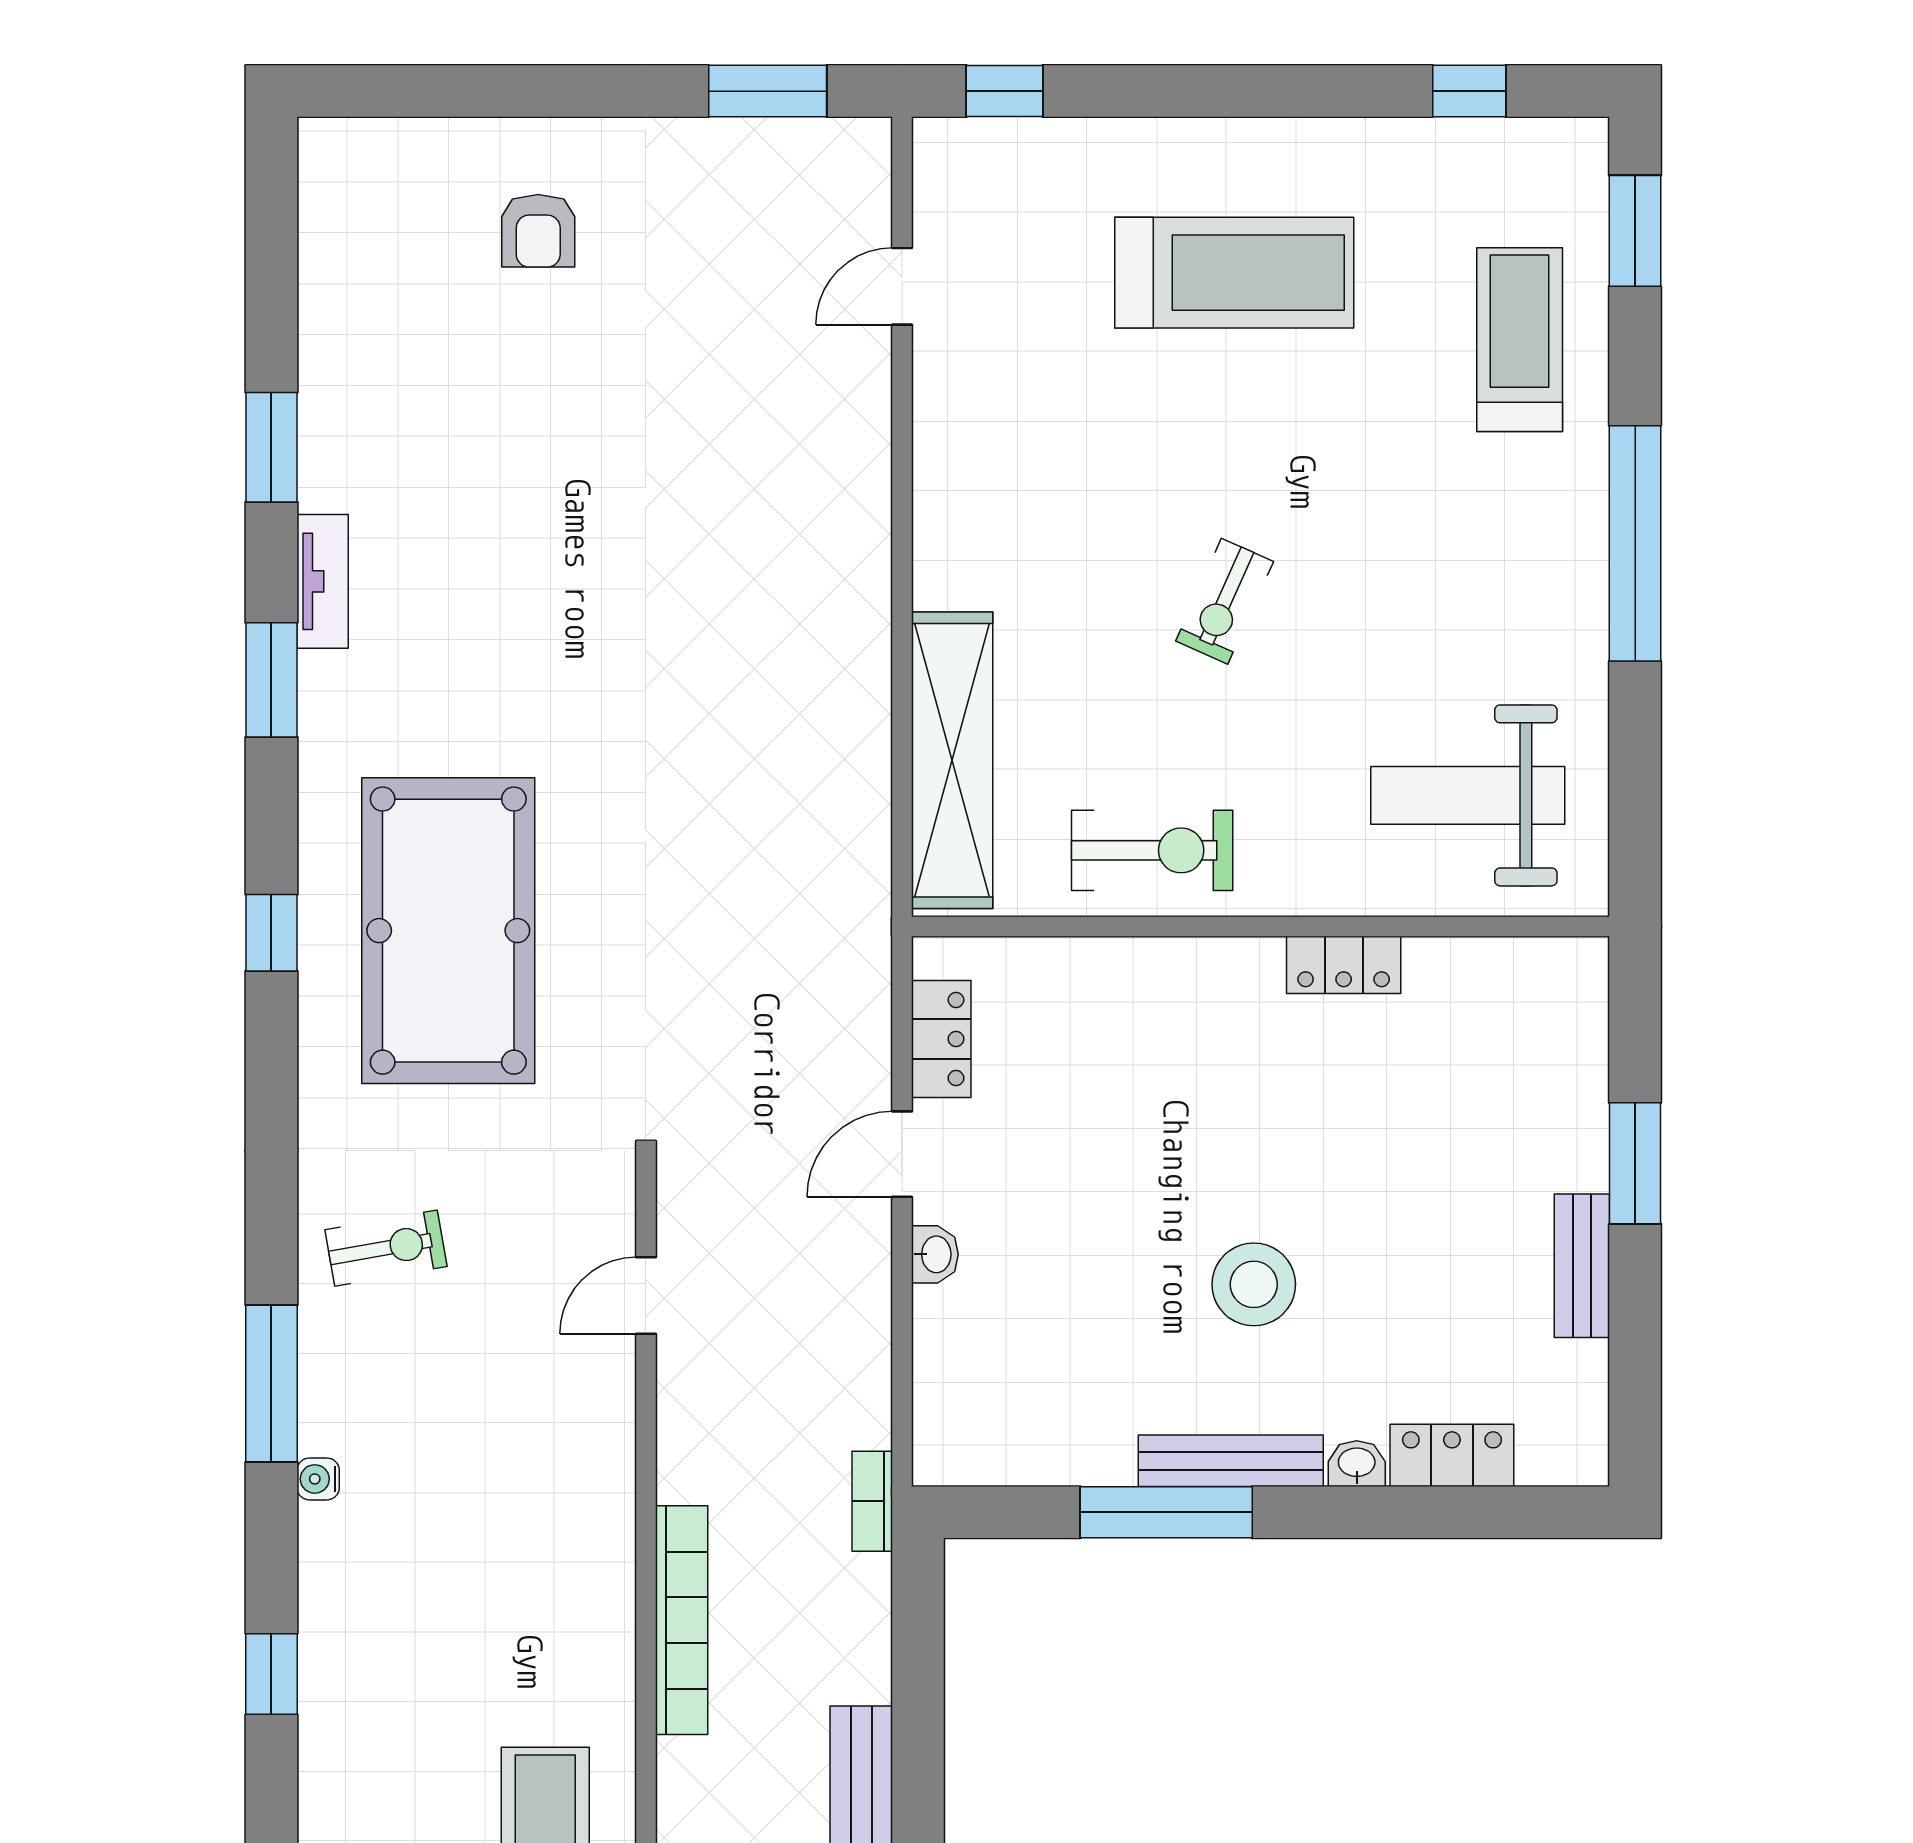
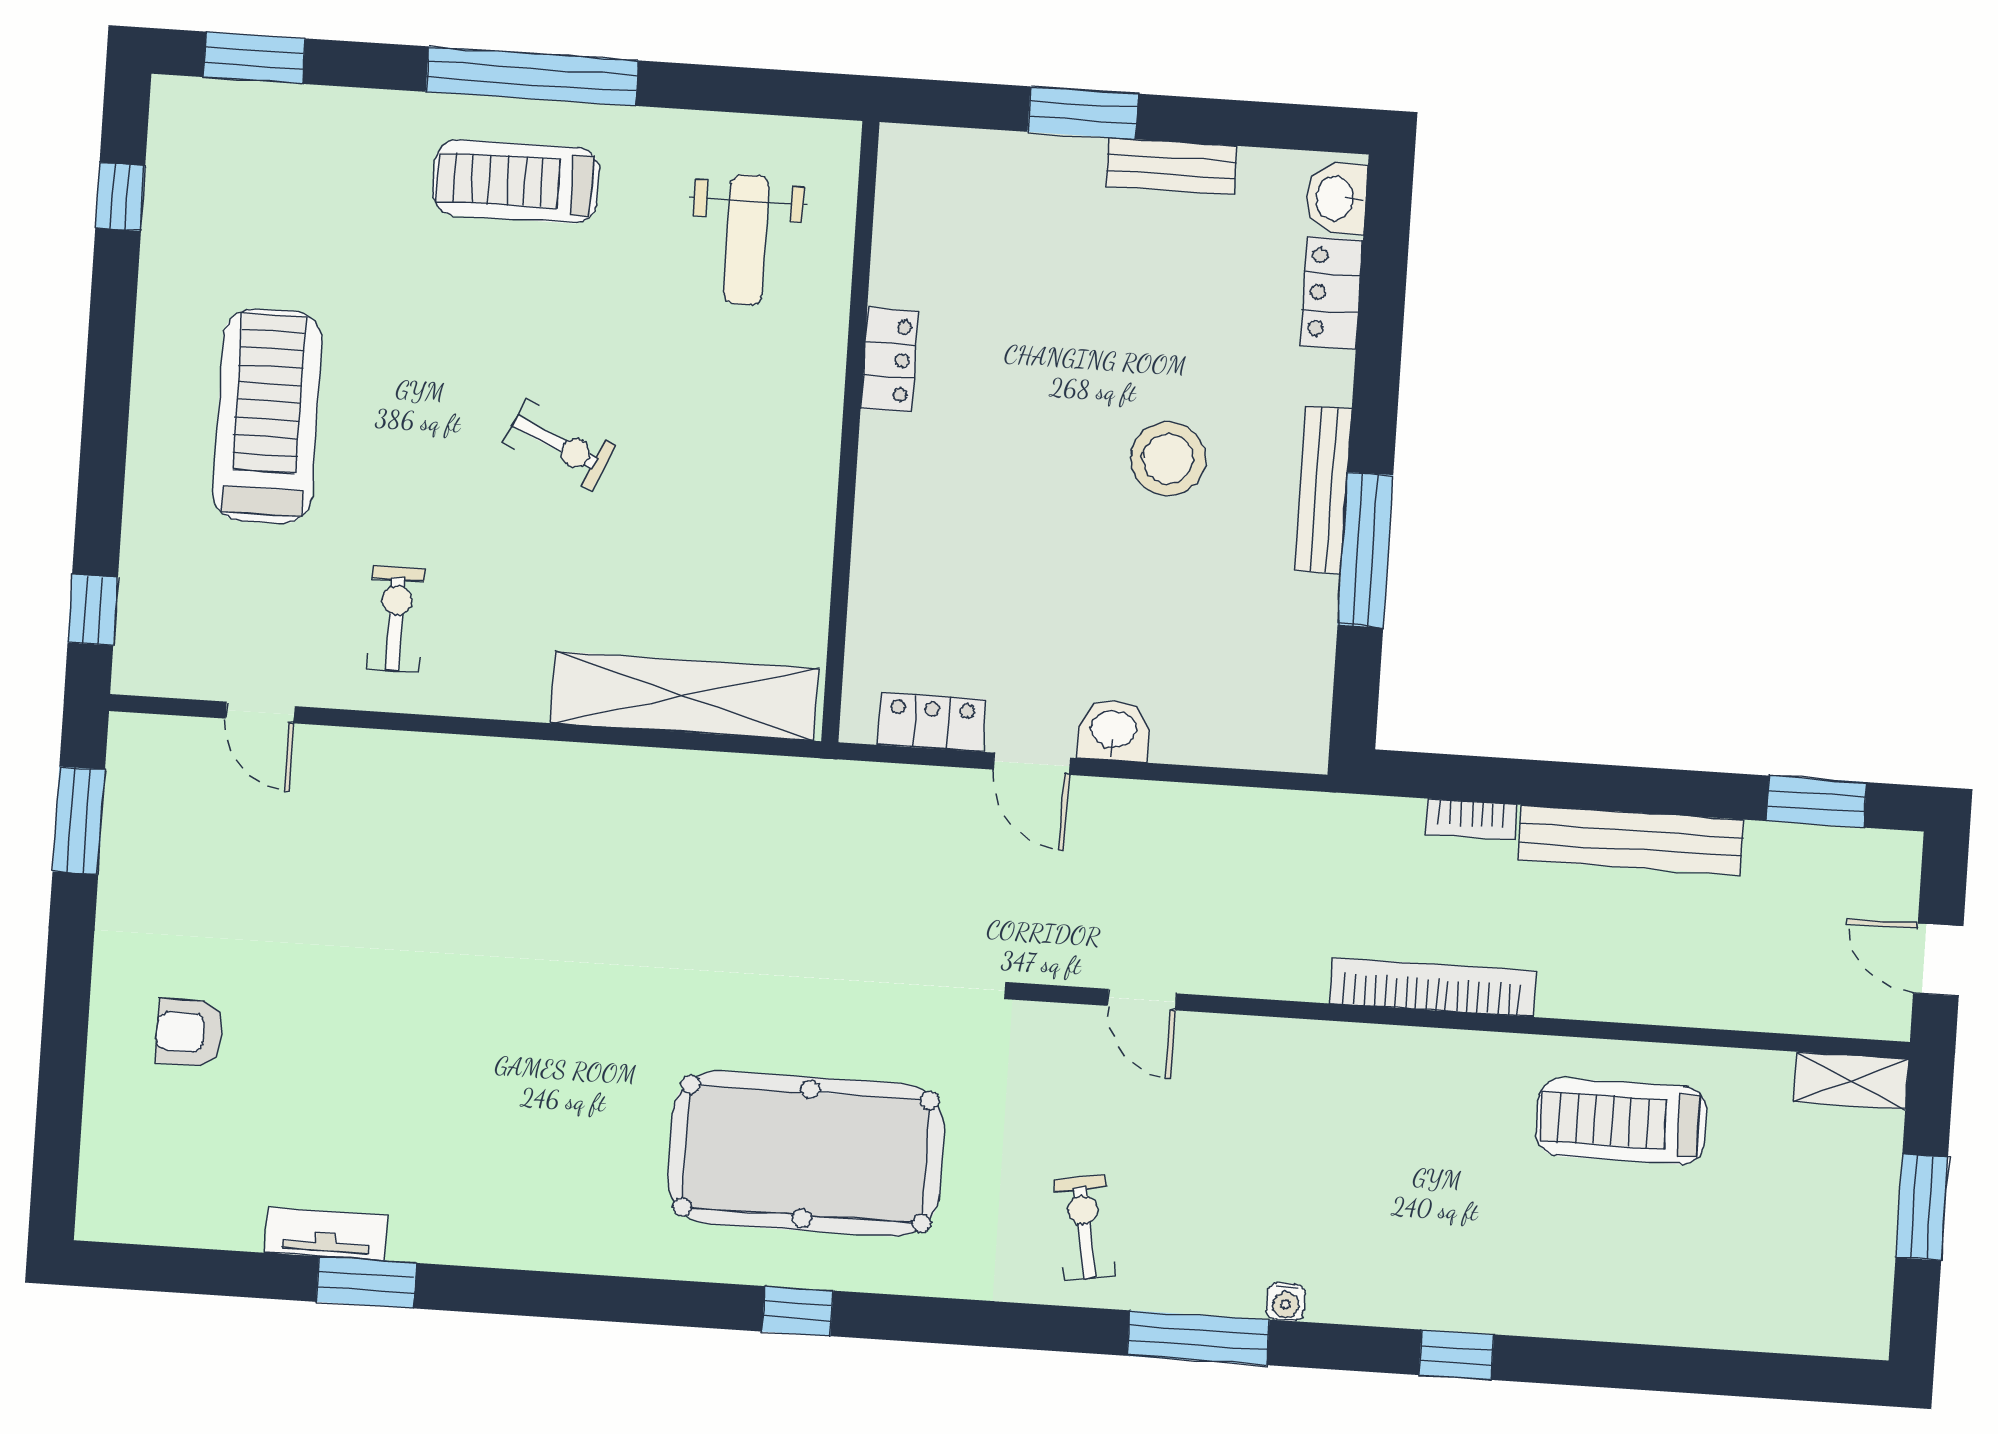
armchair: (538, 231) -> (190, 1033), turned 180
treadmill: (1520, 340) -> (516, 181), moved
tv unit: (323, 581) -> (326, 1234), moved
window: (271, 680) -> (573, 1296), removed
weight bench: (1468, 795) -> (746, 240), width x0.73, depth x0.75
exercise bike: (1152, 850) -> (396, 619), moved, width x0.73, depth x0.72
washbasin: (935, 1254) -> (1113, 730), width x1.38, depth x1.45
washbasin: (1357, 1464) -> (1336, 198), moved, width x1.38, depth x1.45
bookcase: (872, 1501) -> (1471, 819), moved

